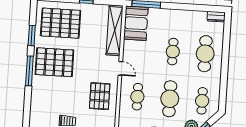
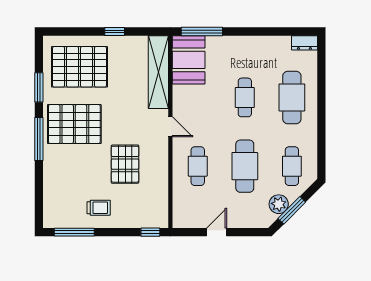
pallet: (100, 96) -> (125, 164), moved

